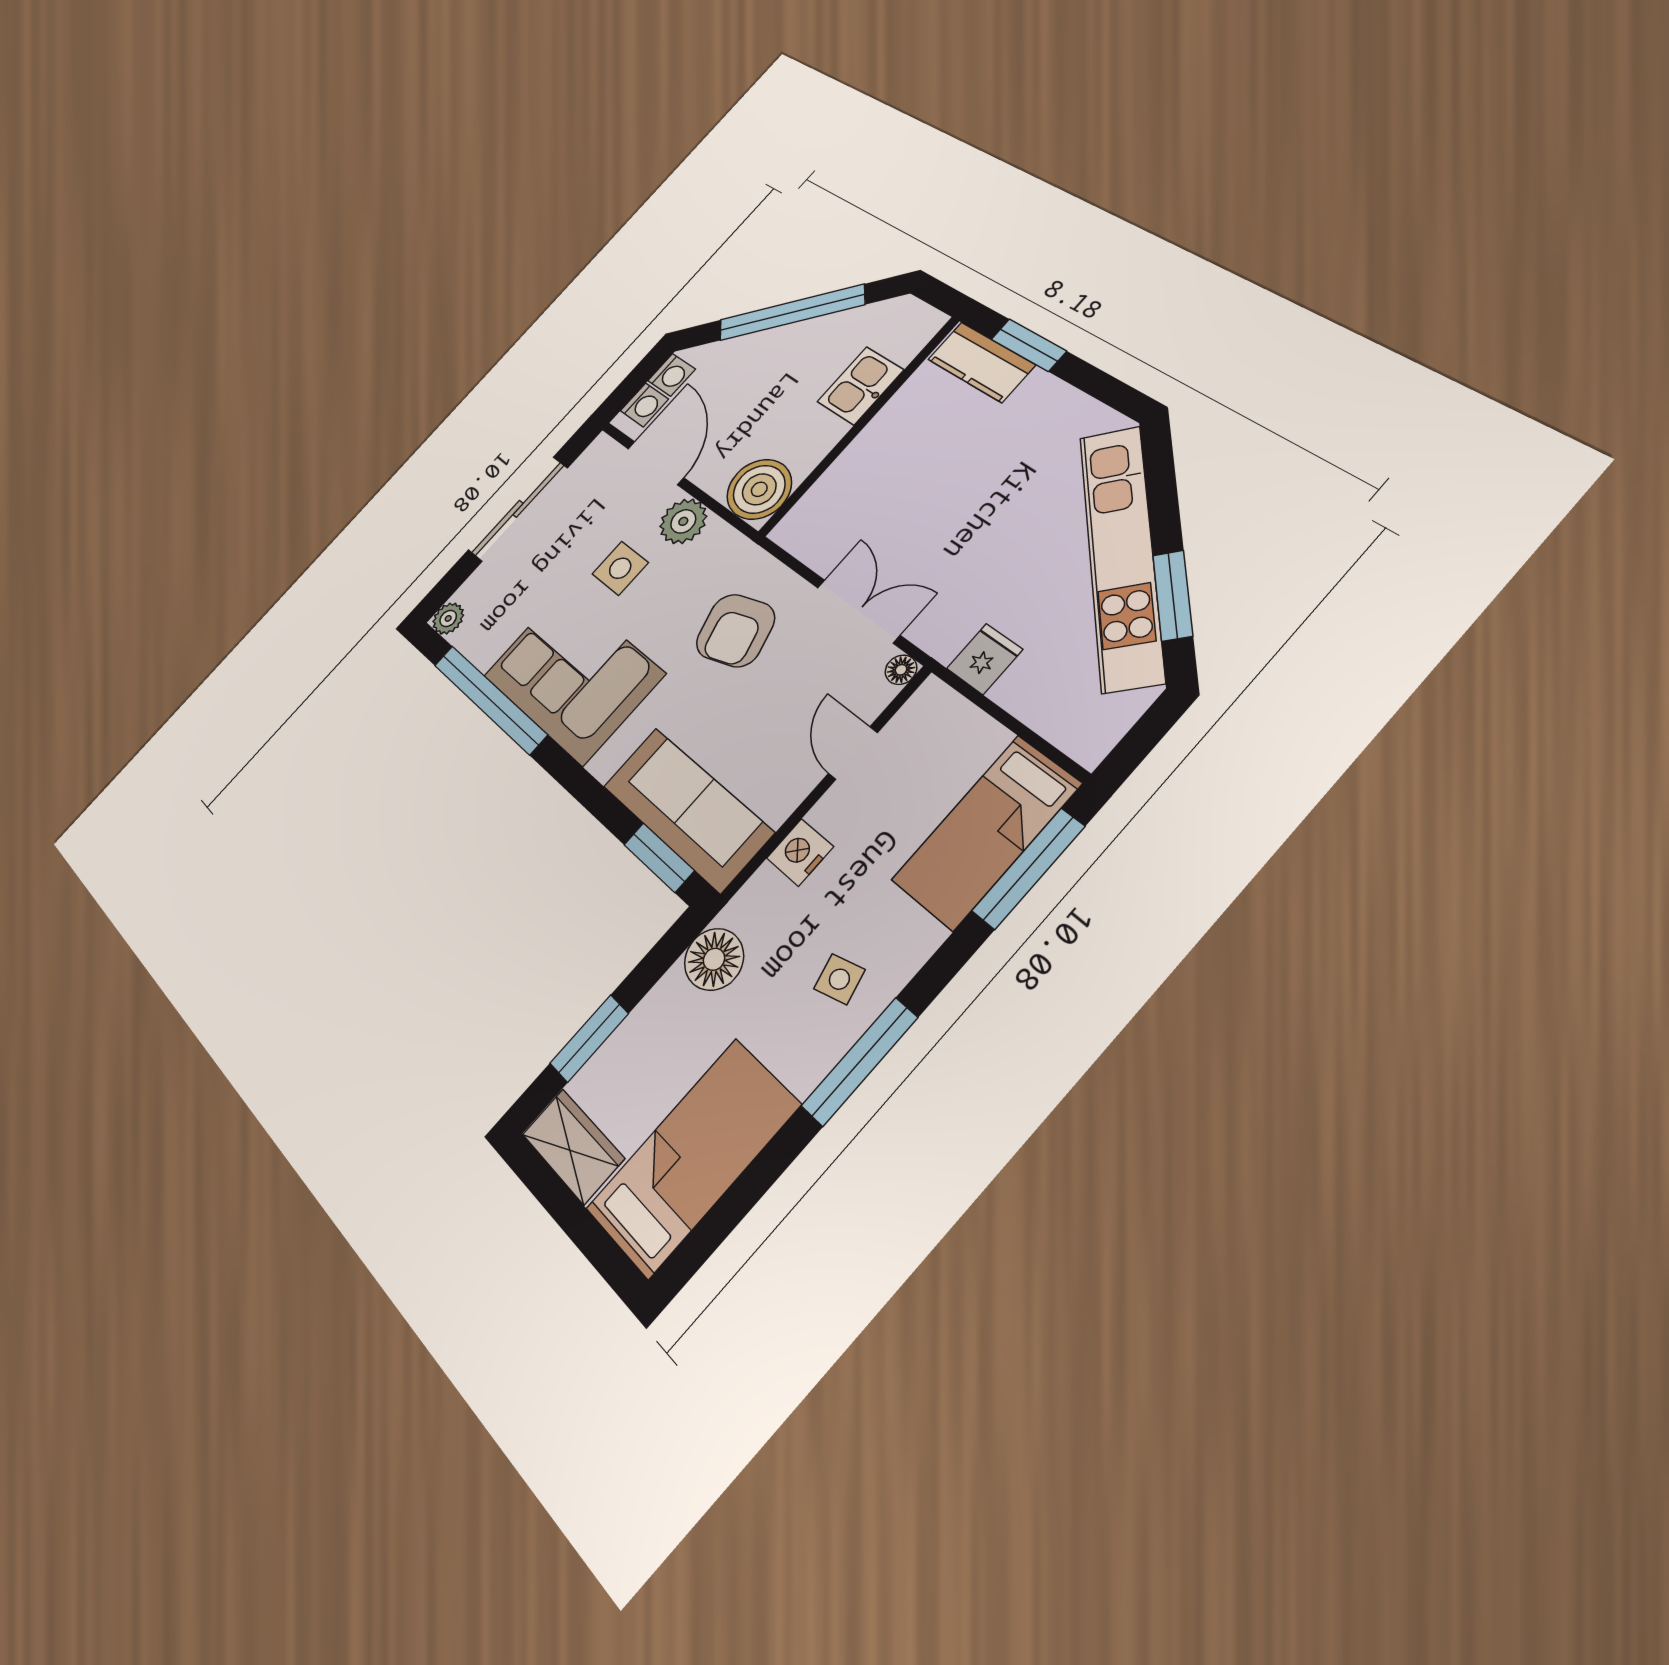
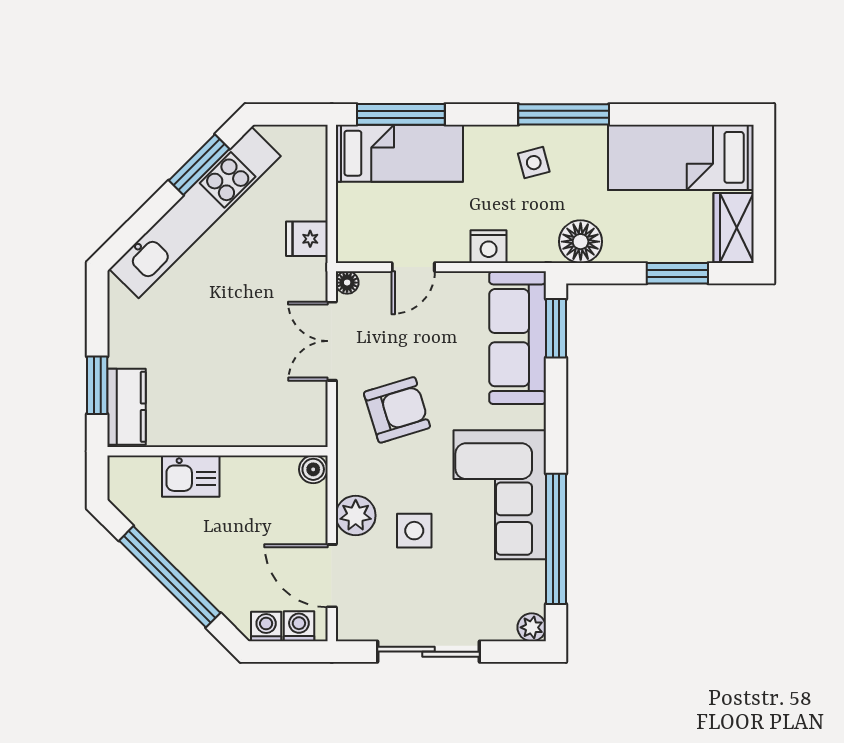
door: (656, 463) -> (332, 576), hinge flipped
boiler: (759, 489) -> (313, 469), width x0.54, depth x0.54

